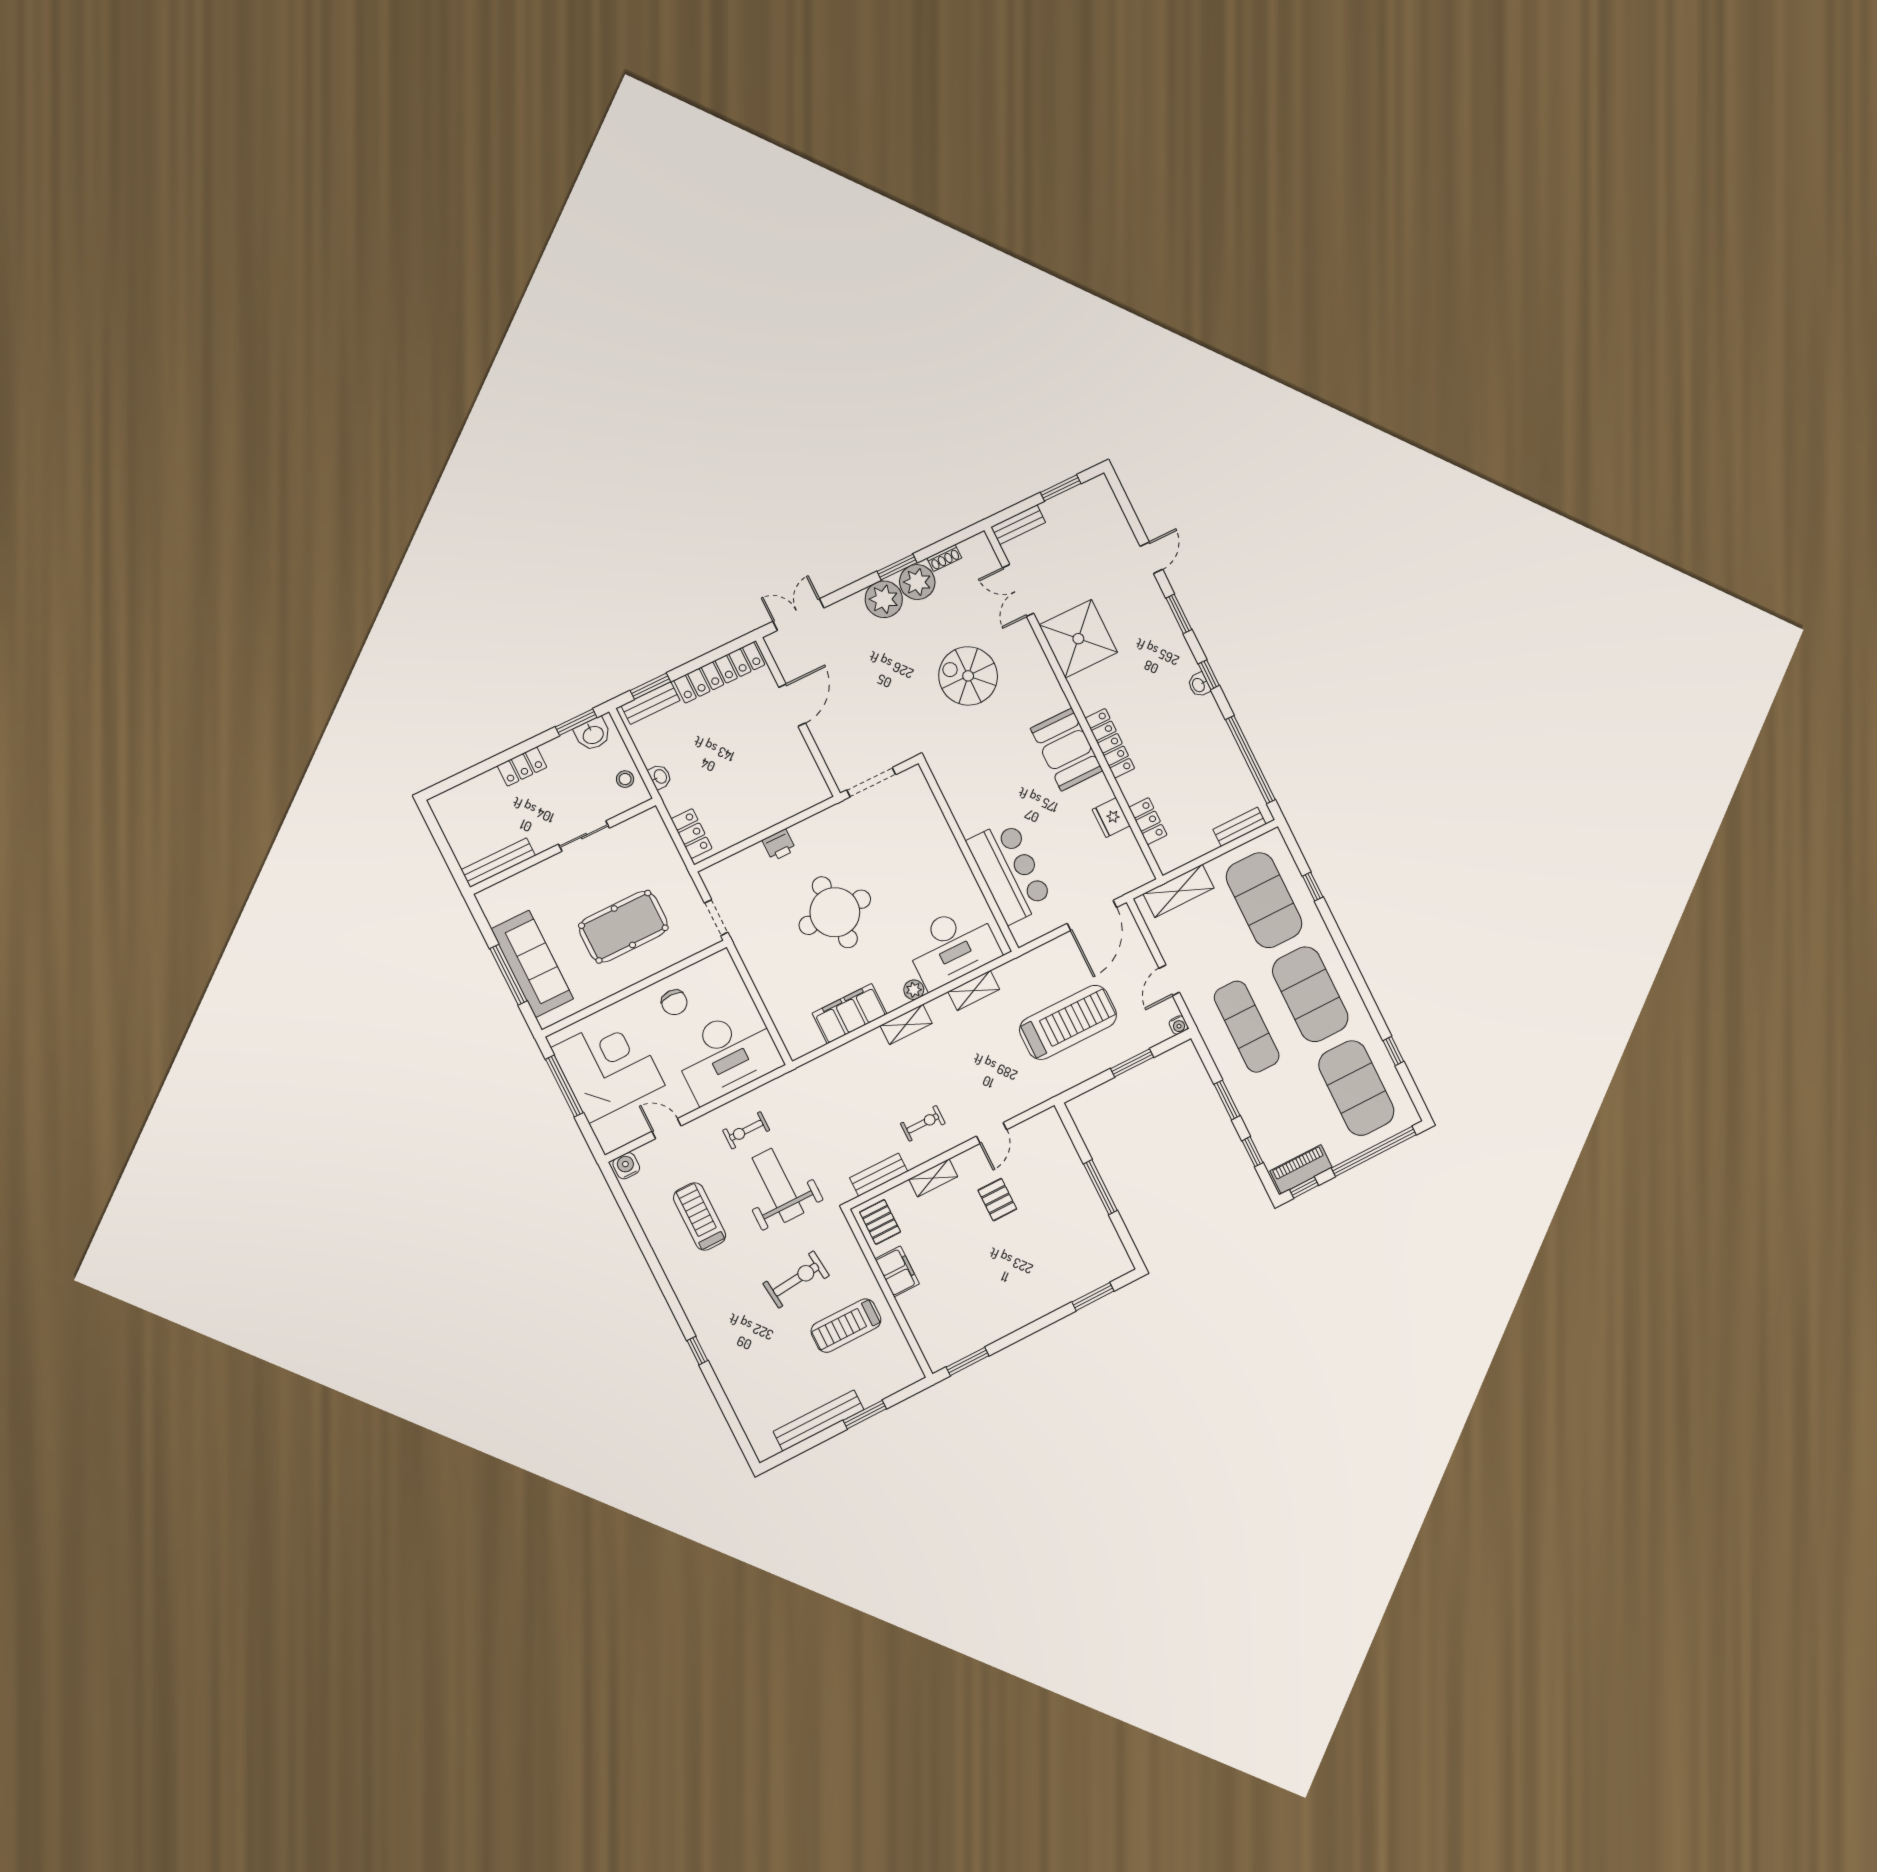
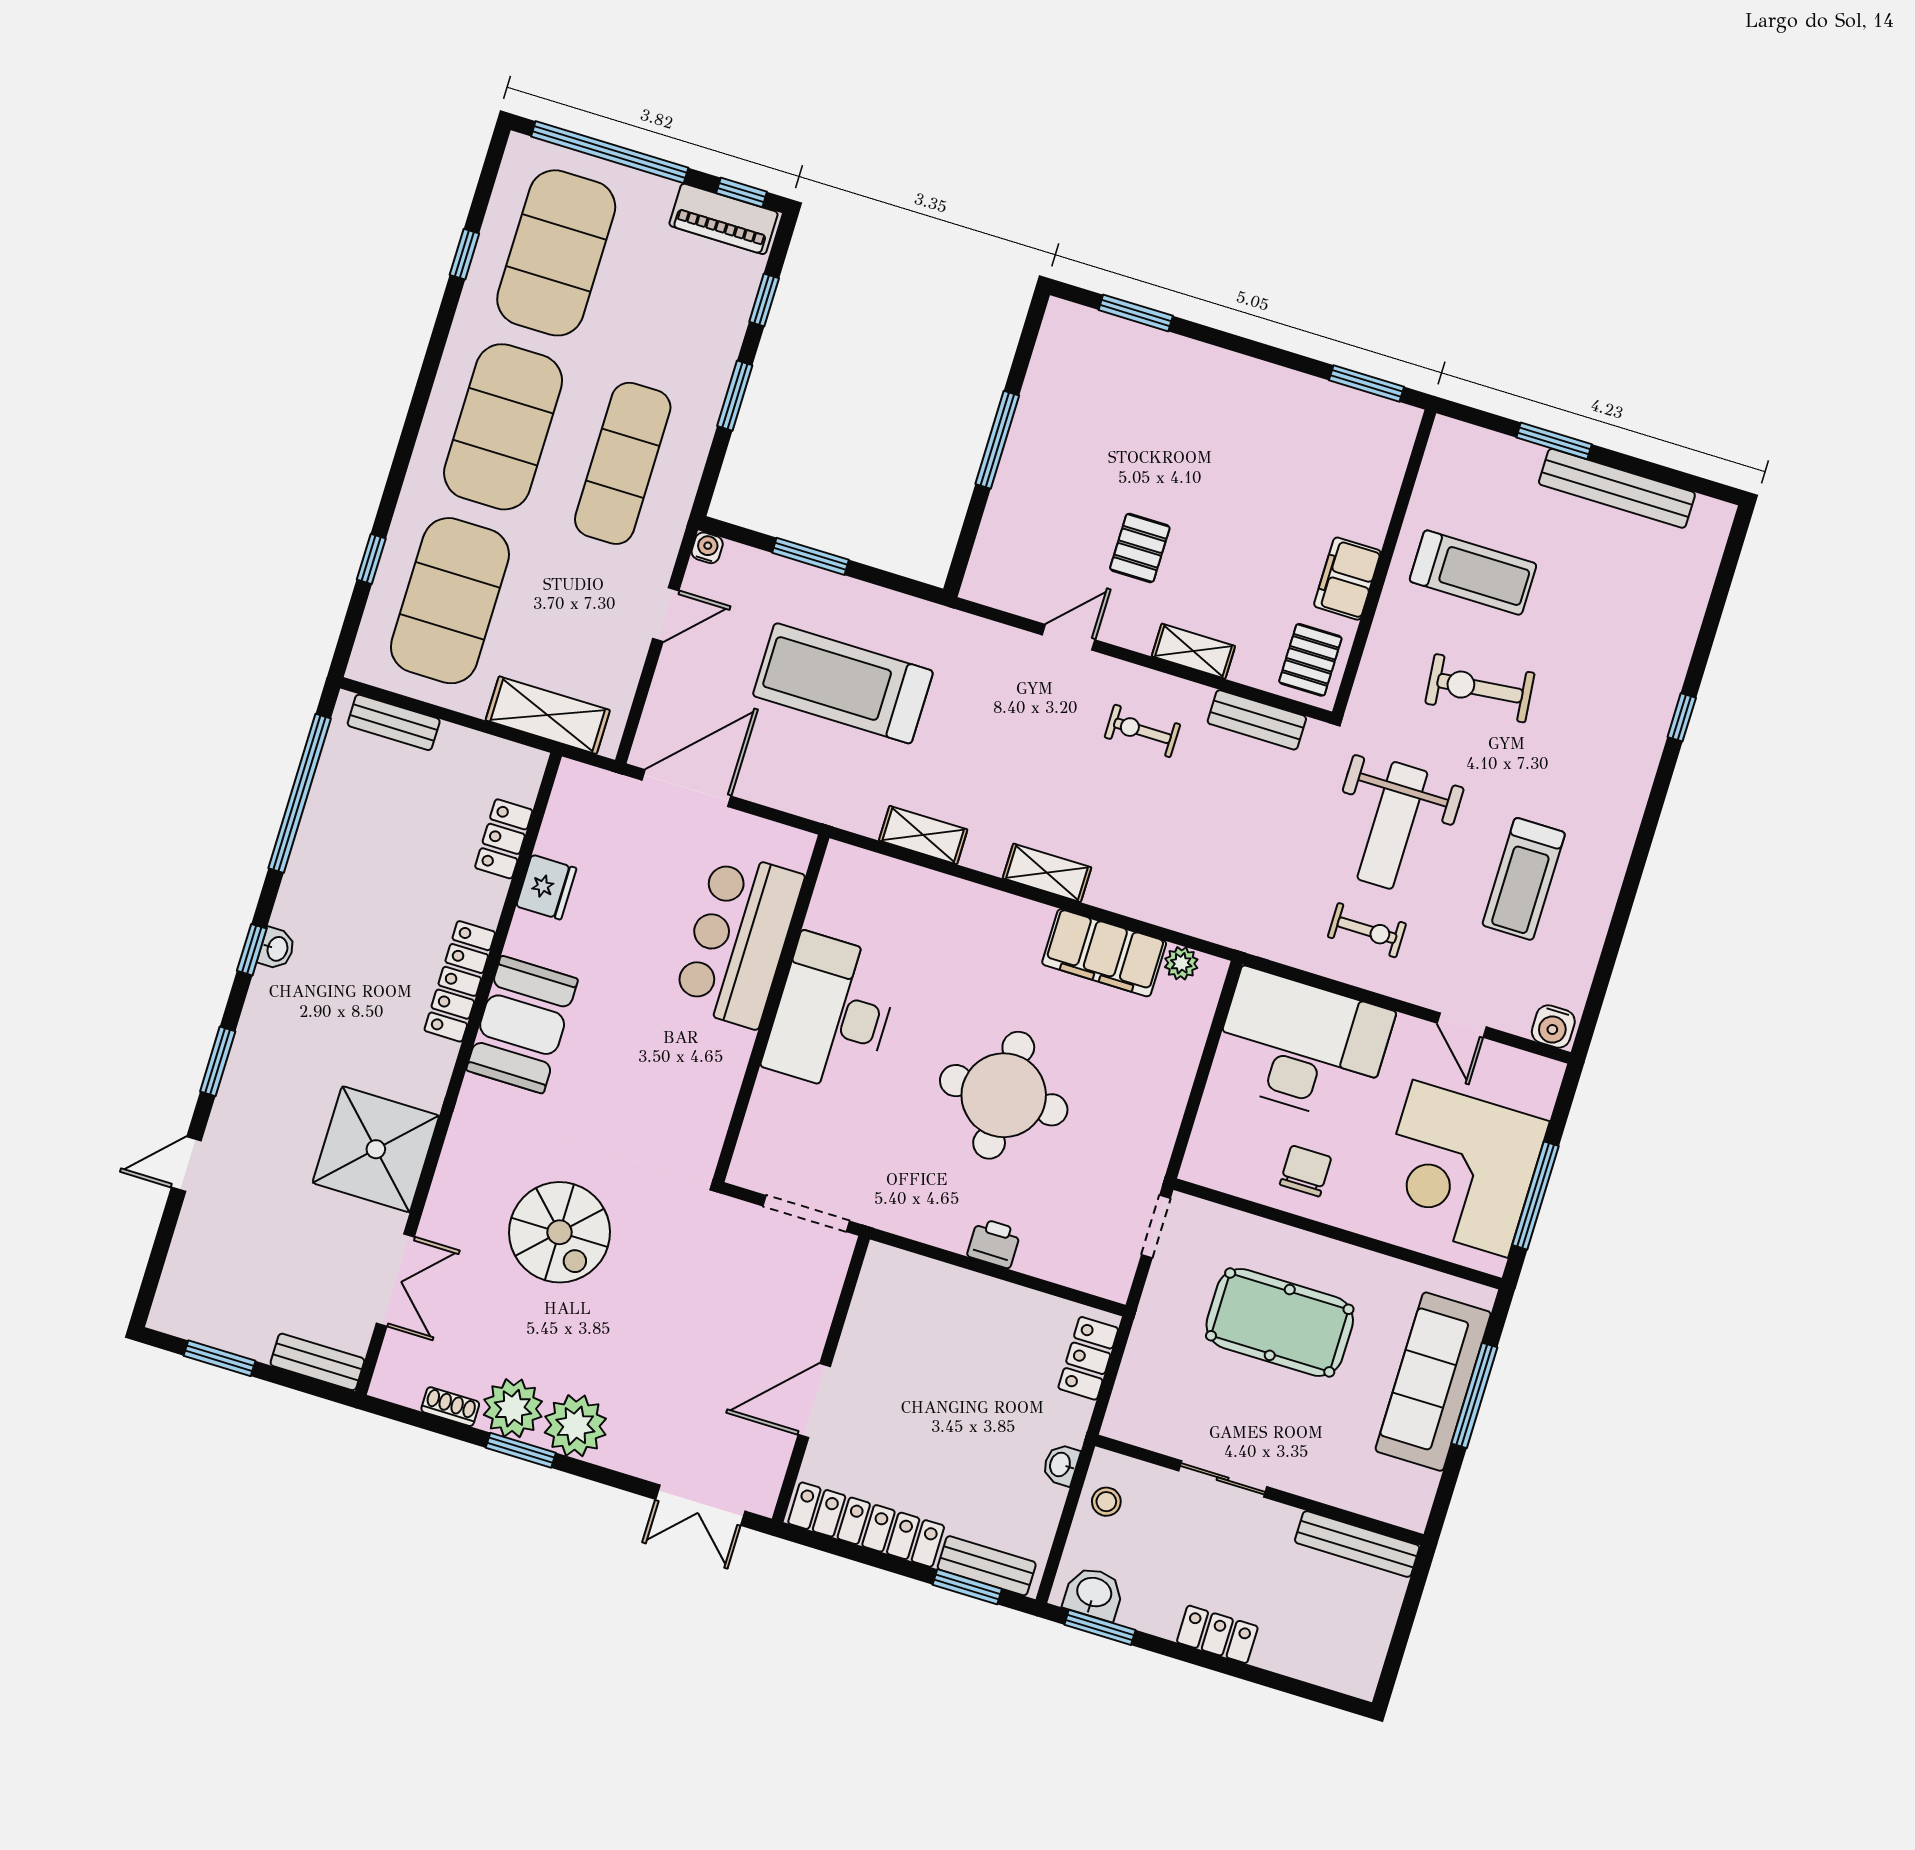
desk: (952, 946) -> (832, 1013), moved, turned -90
plant: (914, 990) -> (1181, 963), moved

